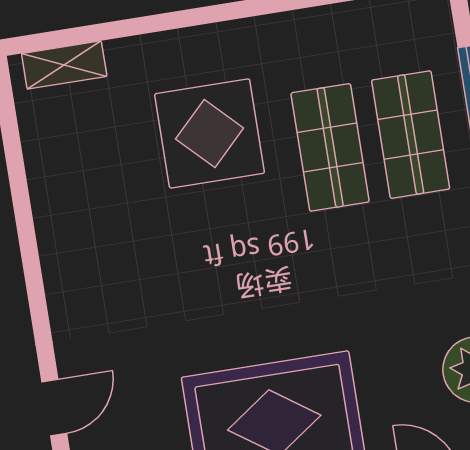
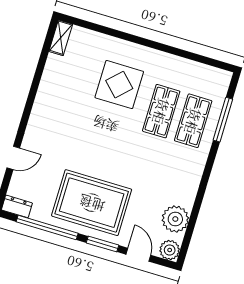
shelving: (64, 65) -> (61, 38), moved, turned 90

